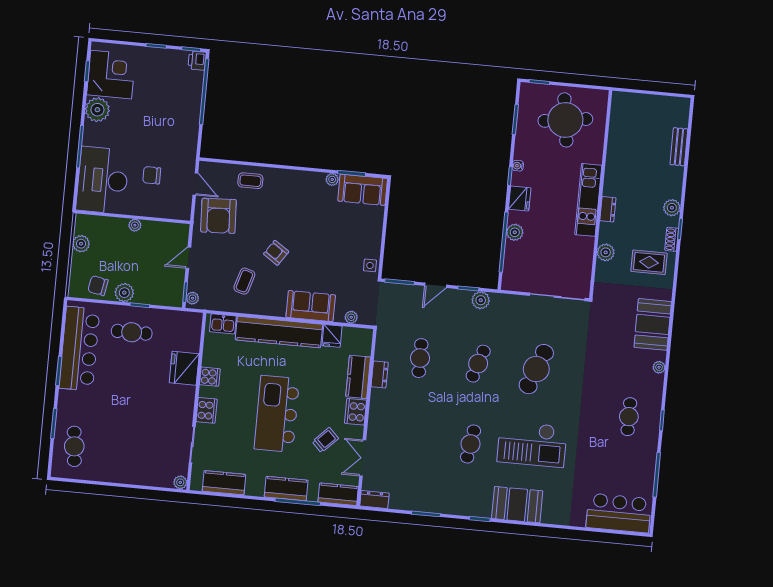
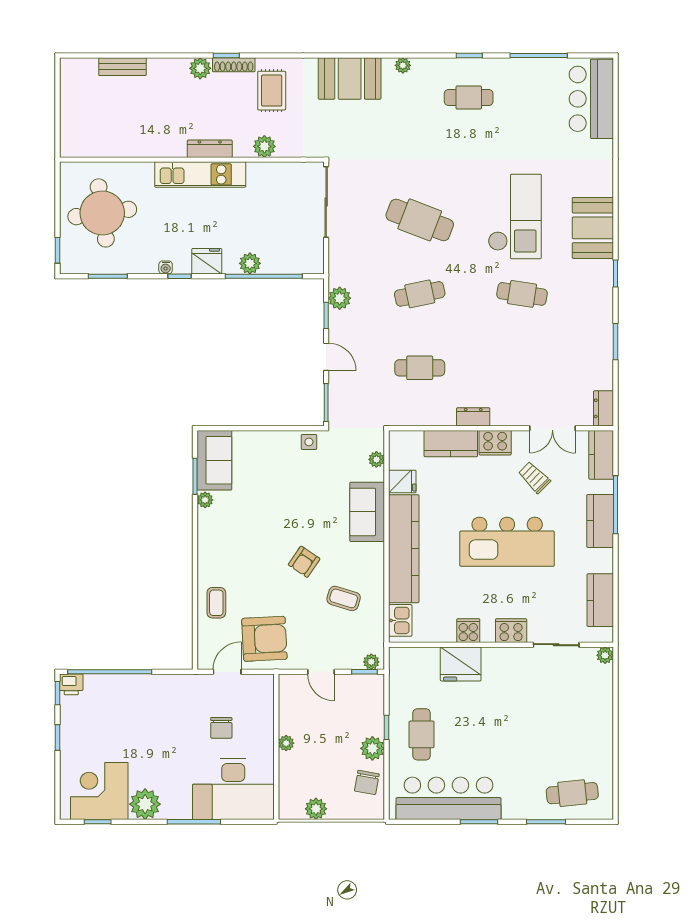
dresser: (608, 209) -> (210, 149), width x1.44
shoe rack: (672, 239) -> (234, 65), width x1.43
cafe table: (478, 364) -> (420, 294), turned -30
dresser: (380, 374) -> (473, 417), moved

